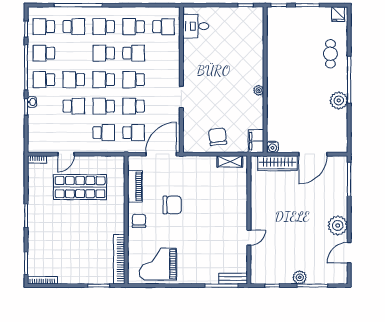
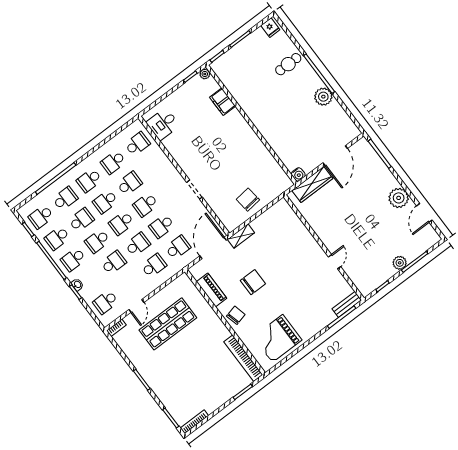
school desk: (74, 53) -> (81, 220), added
cafe table: (330, 54) -> (288, 64), turned 90
plant: (259, 90) -> (205, 74), moved
school desk: (104, 106) -> (138, 244), turned 180
school desk: (44, 133) -> (106, 302), added
filing cabinet: (256, 141) -> (222, 102), moved
shelving: (230, 161) -> (241, 236), moved
chair: (139, 221) -> (236, 315), turned 76

